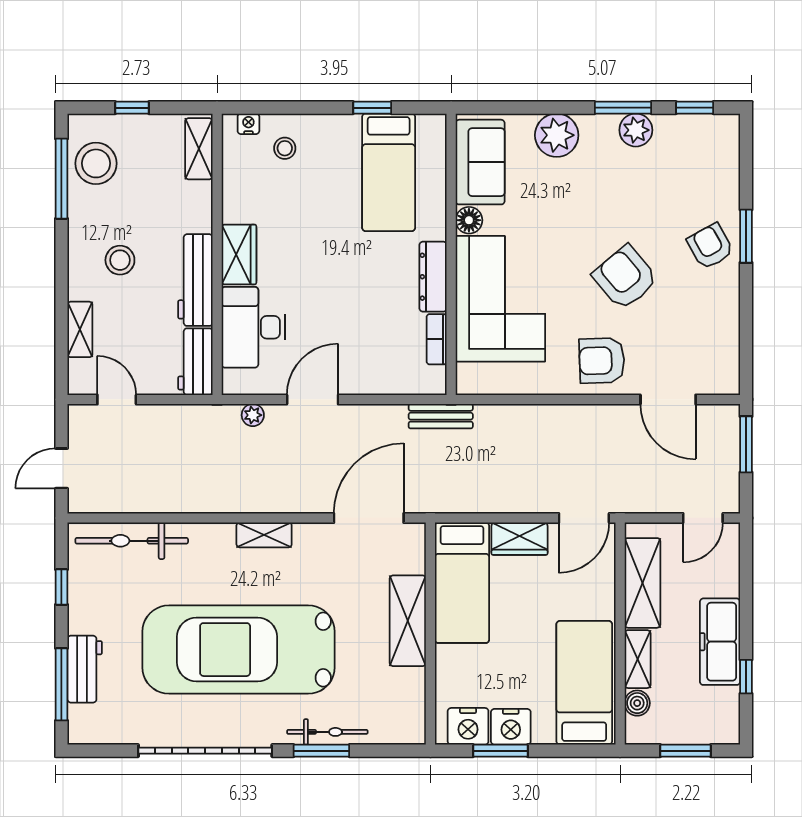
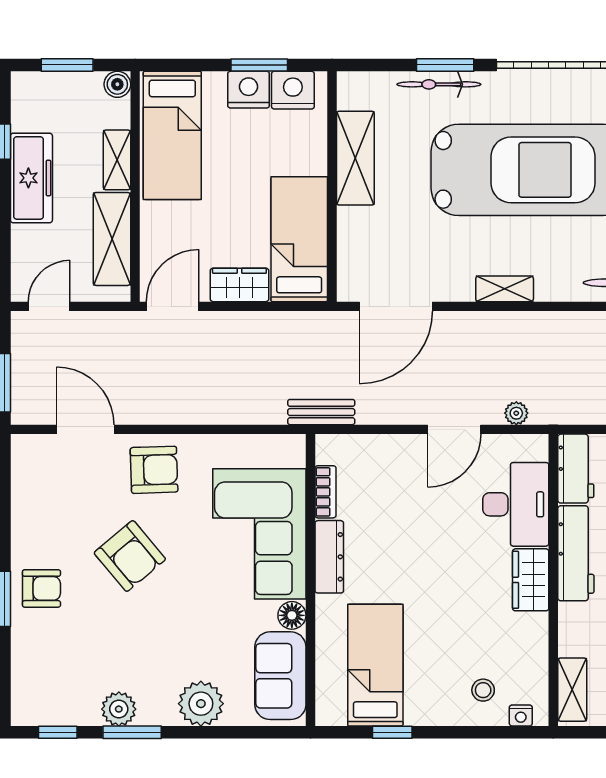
armchair: (710, 246) -> (41, 588), turned -61
shelving: (408, 621) -> (355, 158), moved
boiler: (637, 703) -> (117, 84), moved

